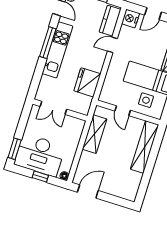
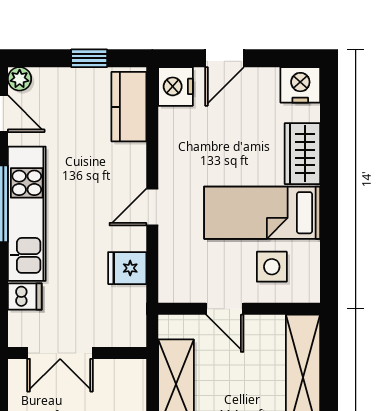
door: (112, 45) -> (152, 207), moved
dishwasher: (47, 82) -> (25, 297), added
fridge: (87, 82) -> (127, 268), width x0.53, depth x0.75

